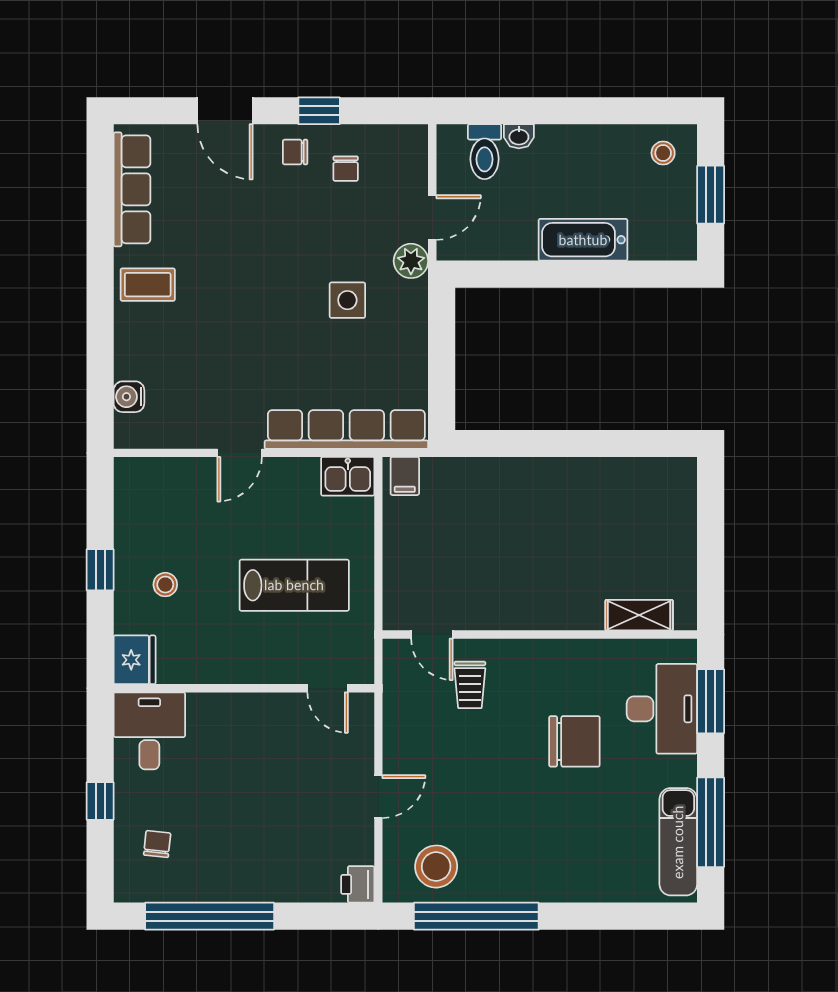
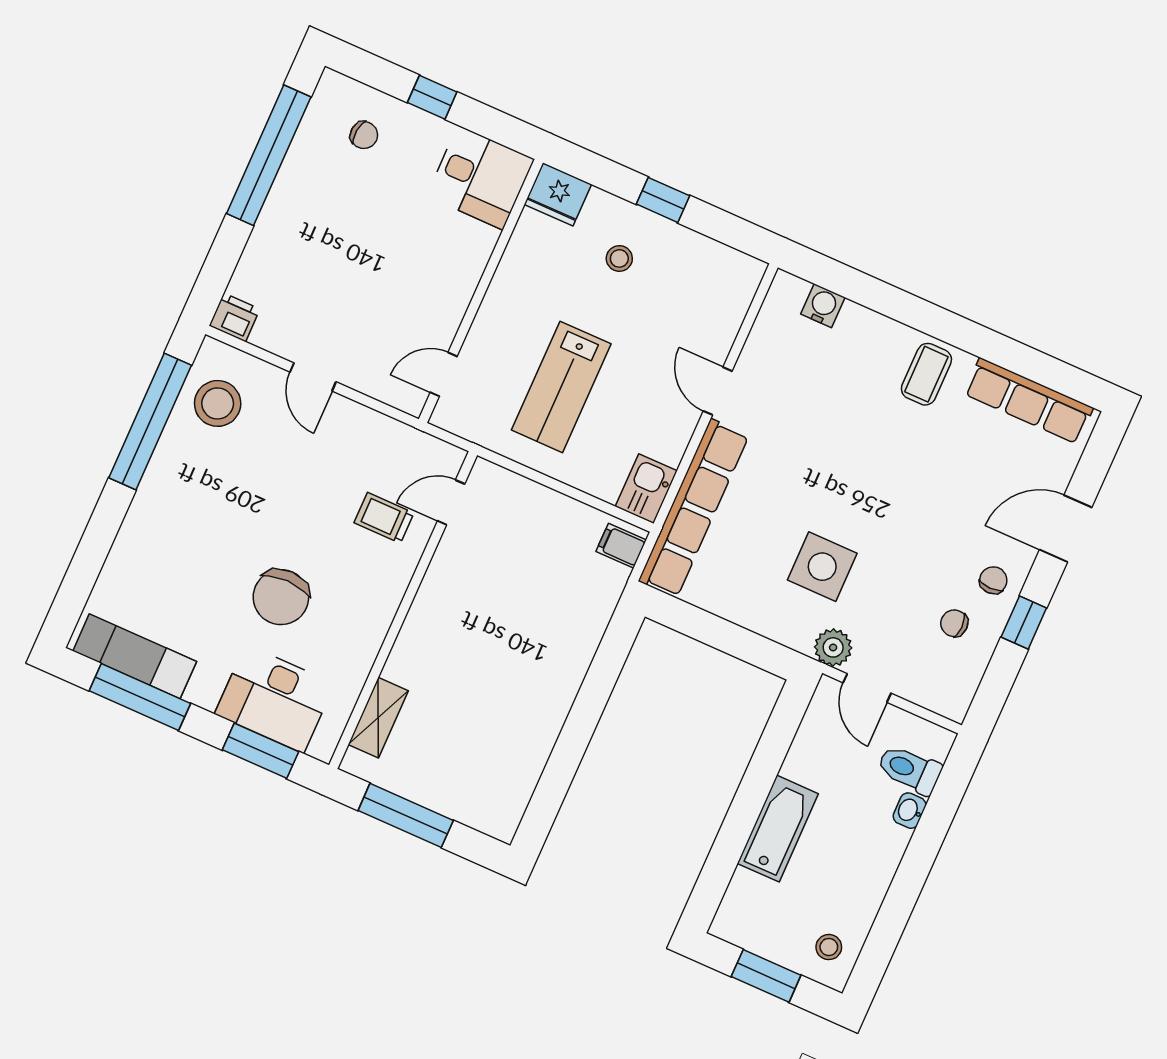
side table: (347, 300) -> (822, 567), width x1.37, depth x1.37
window: (711, 556) -> (406, 815), added

